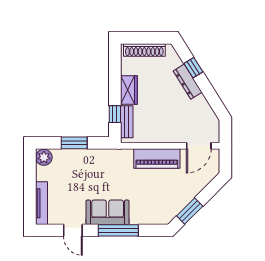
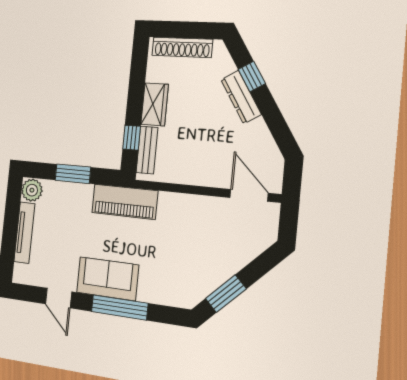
door: (199, 146) -> (249, 195), swing flipped
piano: (157, 158) -> (125, 202), moved
tv unit: (42, 203) -> (24, 233), moved

